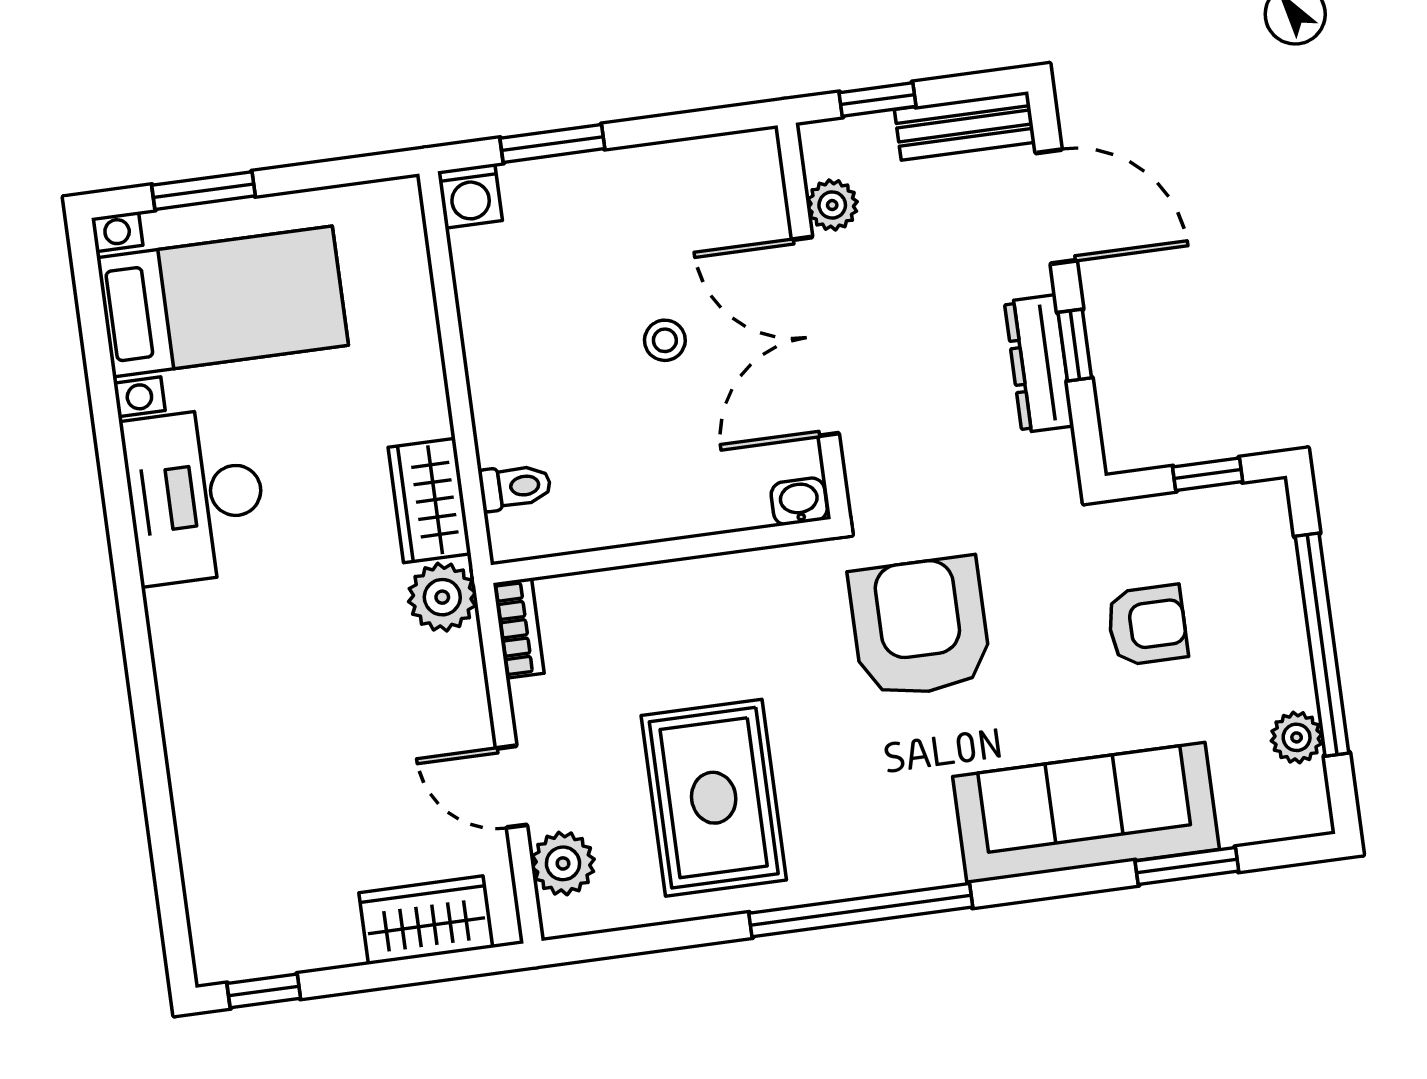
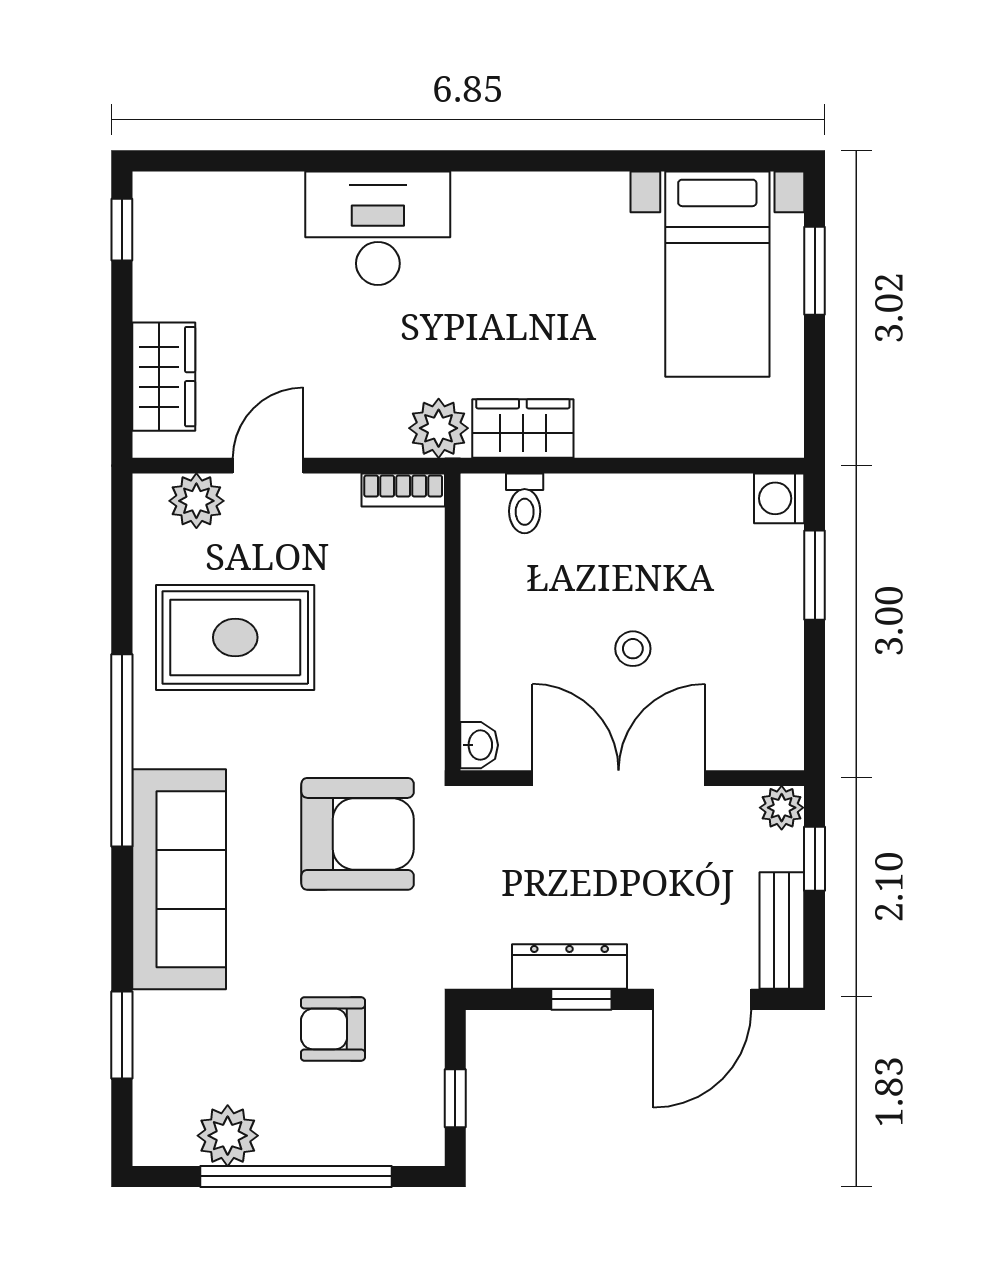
plant: (832, 205) -> (782, 808), moved
desk: (195, 496) -> (378, 228), moved
armchair: (1147, 625) -> (333, 1029), turned 90
plant: (1297, 737) -> (228, 1136), width x1.38, depth x1.38
sofa: (1086, 813) -> (179, 879), moved

